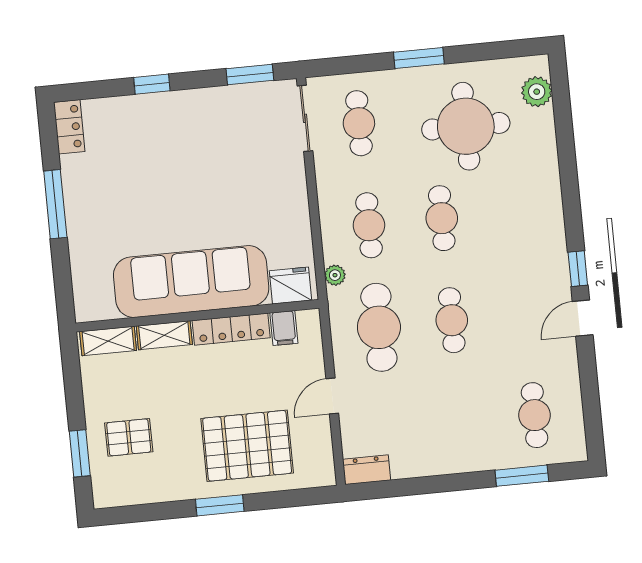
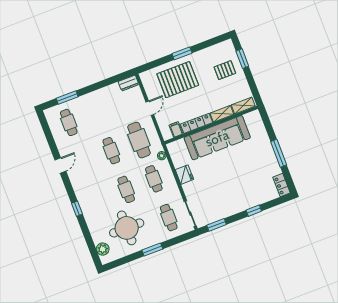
window: (578, 269) -> (77, 209), moved
fridge: (291, 285) -> (184, 175), moved, turned -90

